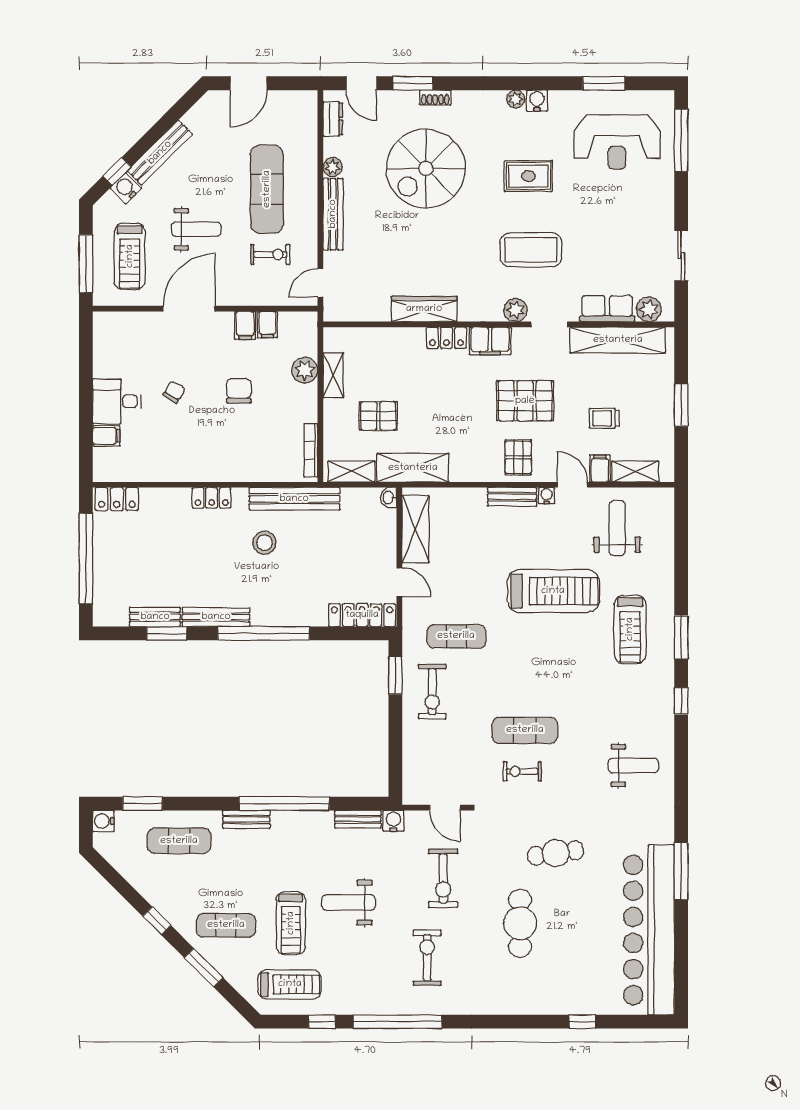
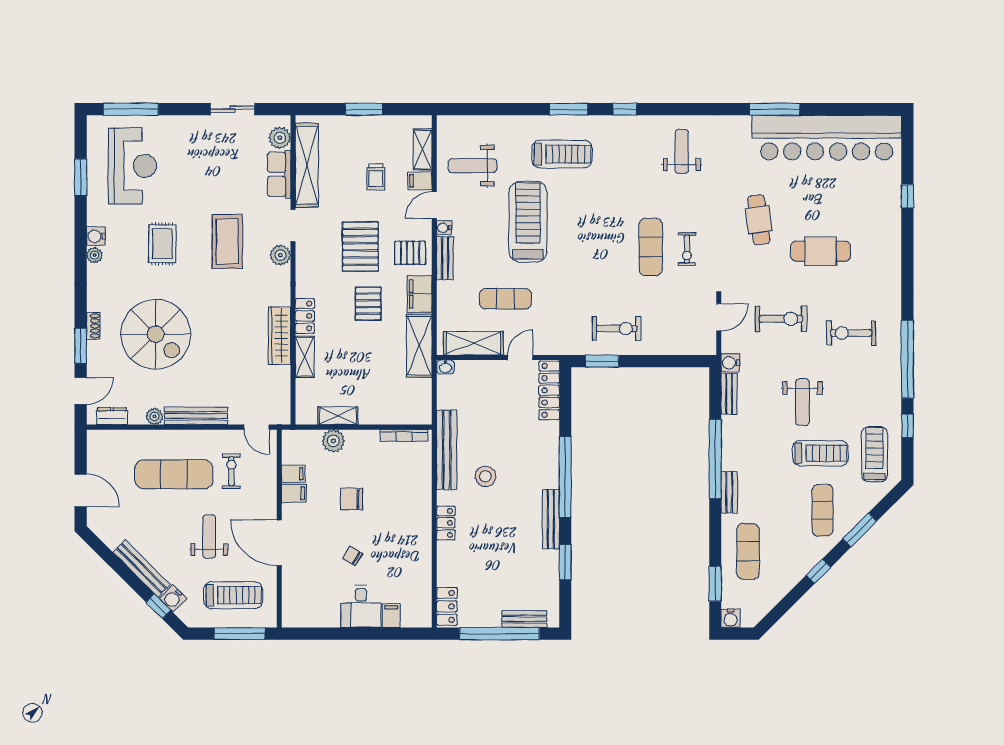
filing cabinet: (490, 341) -> (420, 294), moved, turned 180
pallet: (378, 416) -> (368, 304), moved
shelving: (351, 471) -> (305, 357), moved
bench: (155, 617) -> (524, 619), moved, turned 90
exercise mat: (456, 636) -> (505, 299), moved, turned 90

